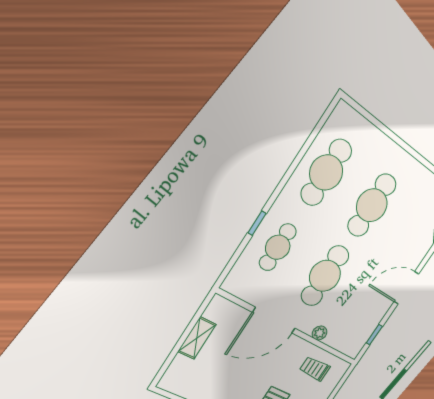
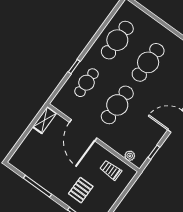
door: (274, 320) -> (83, 130), hinge flipped
plant: (320, 333) -> (130, 156), moved
shelving: (197, 338) -> (45, 120), moved

